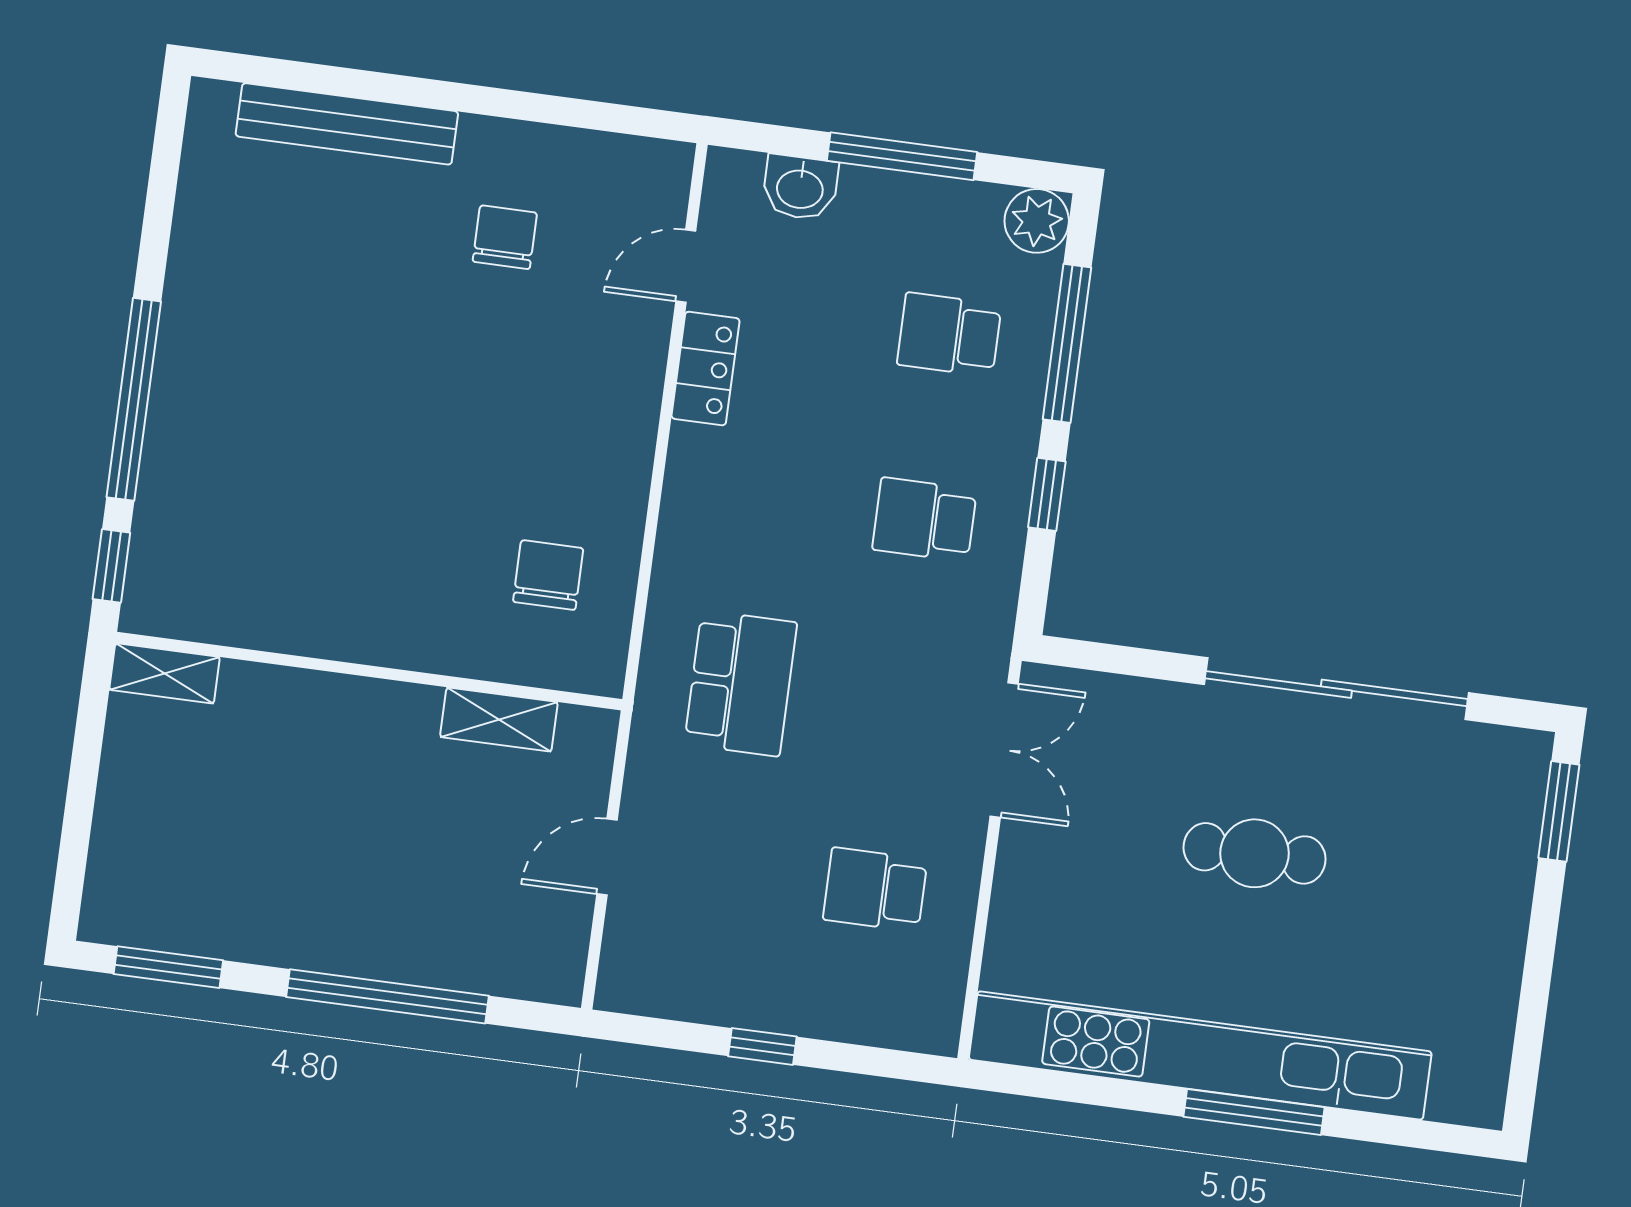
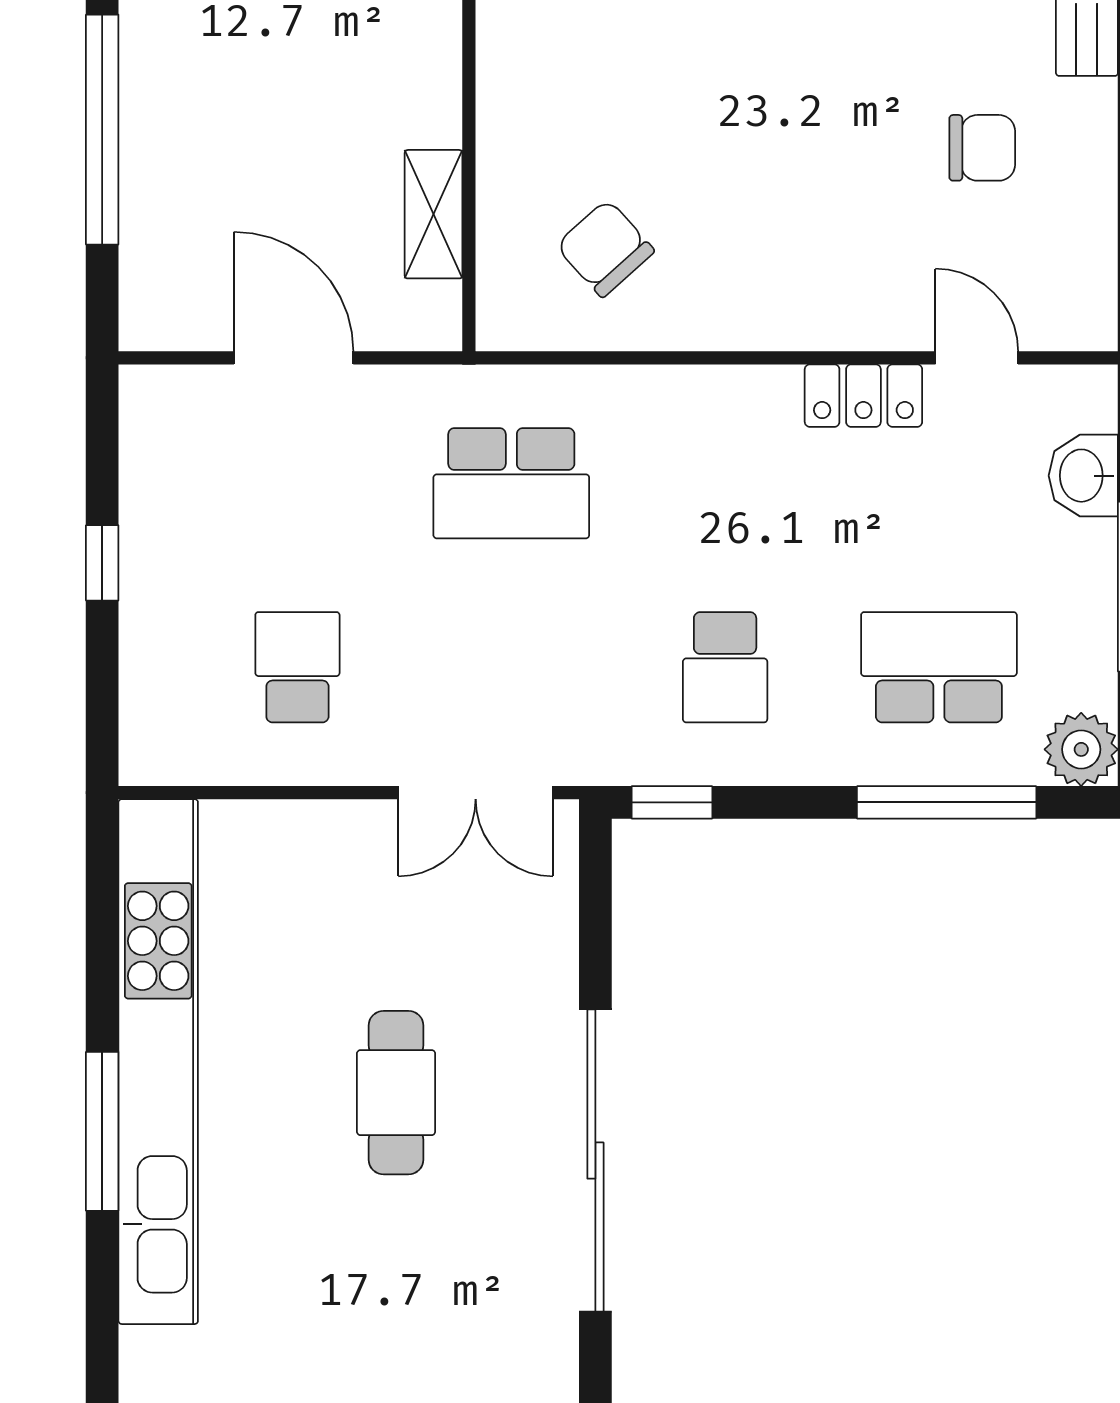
school desk: (949, 335) -> (939, 667), width x1.85
window: (1047, 494) -> (672, 802), moved
school desk: (924, 520) -> (725, 667), turned 180
chair: (548, 575) -> (605, 248), turned -132
door: (607, 857) -> (294, 358), width x1.38

